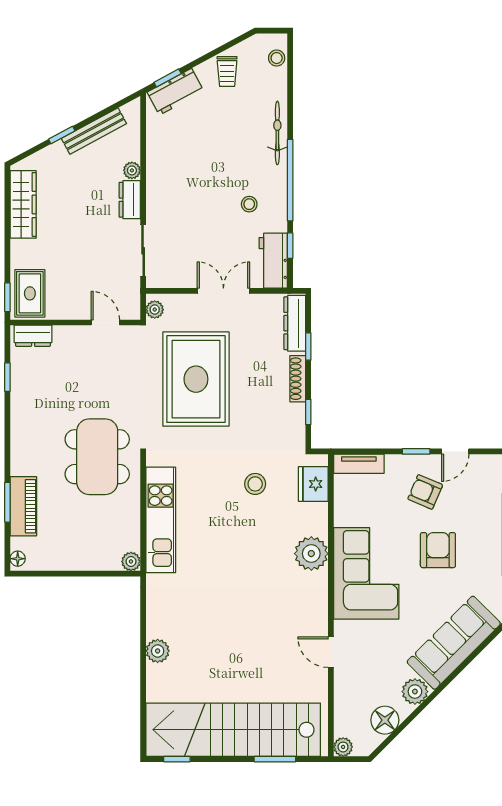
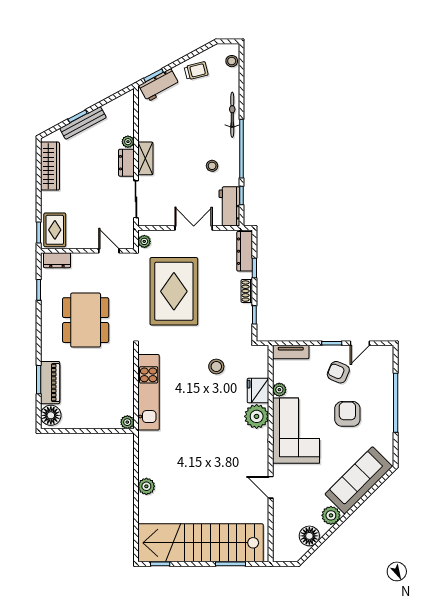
trolley: (227, 72) -> (196, 71), turned -104
bench: (94, 131) -> (83, 123), moved
shelving: (156, 194) -> (145, 158), added
shoe rack: (298, 379) -> (247, 291), width x0.70
dining table: (97, 457) -> (86, 320), moved
fridge: (313, 484) -> (258, 391), moved
floor lamp: (18, 559) -> (51, 415), width x1.89, depth x1.89
plant: (343, 747) -> (279, 390), moved

